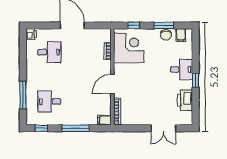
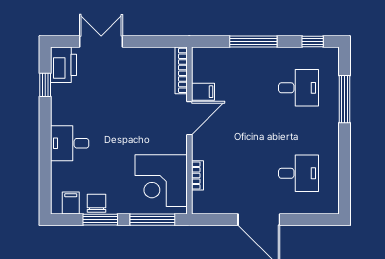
window: (134, 25) -> (152, 220), width x2.17
printer: (31, 34) -> (330, 204), removed
desk: (49, 52) -> (299, 173), turned 180
window: (196, 81) -> (45, 85), moved
printer: (185, 100) -> (63, 65), moved
filing cabinet: (104, 120) -> (203, 92), moved

